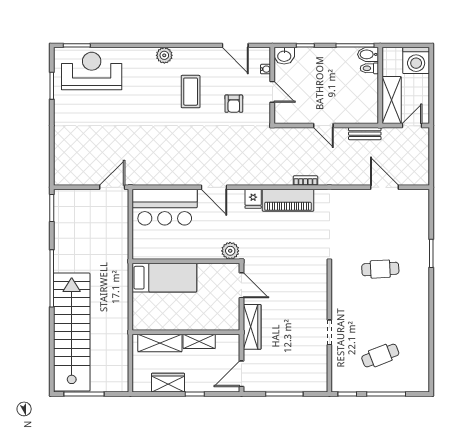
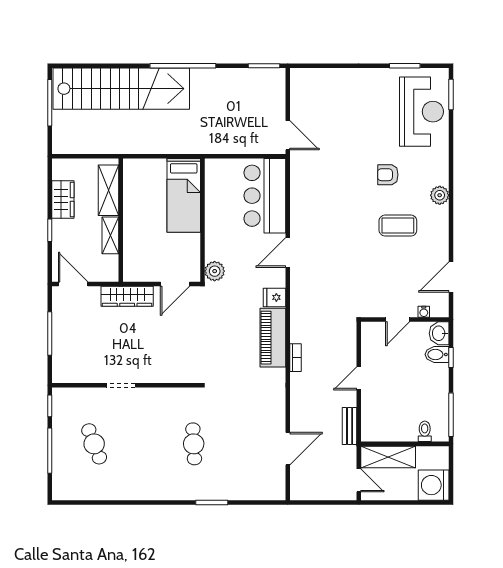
bidet: (368, 54) -> (437, 354), moved, turned -90
armchair: (234, 104) -> (388, 175), moved

